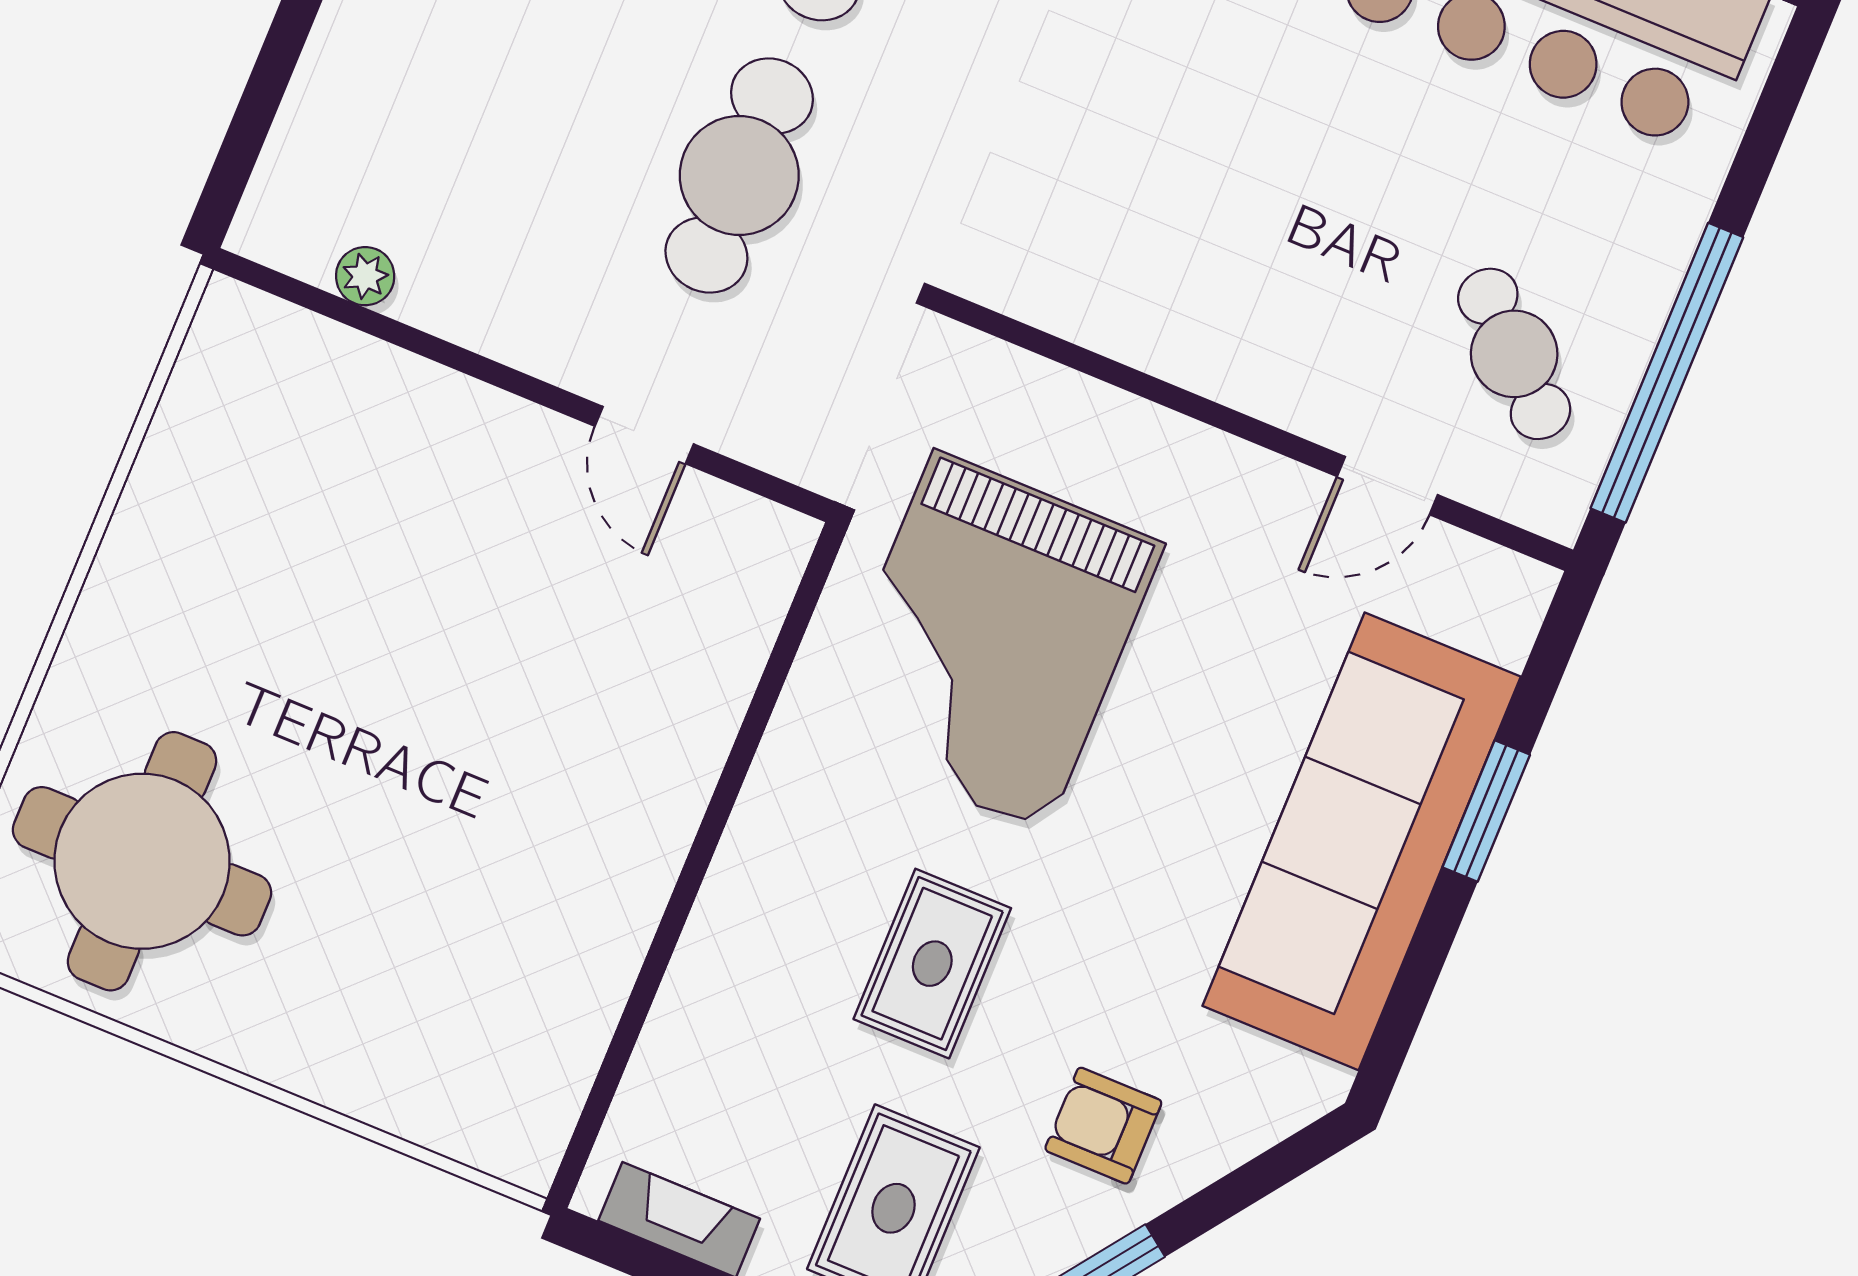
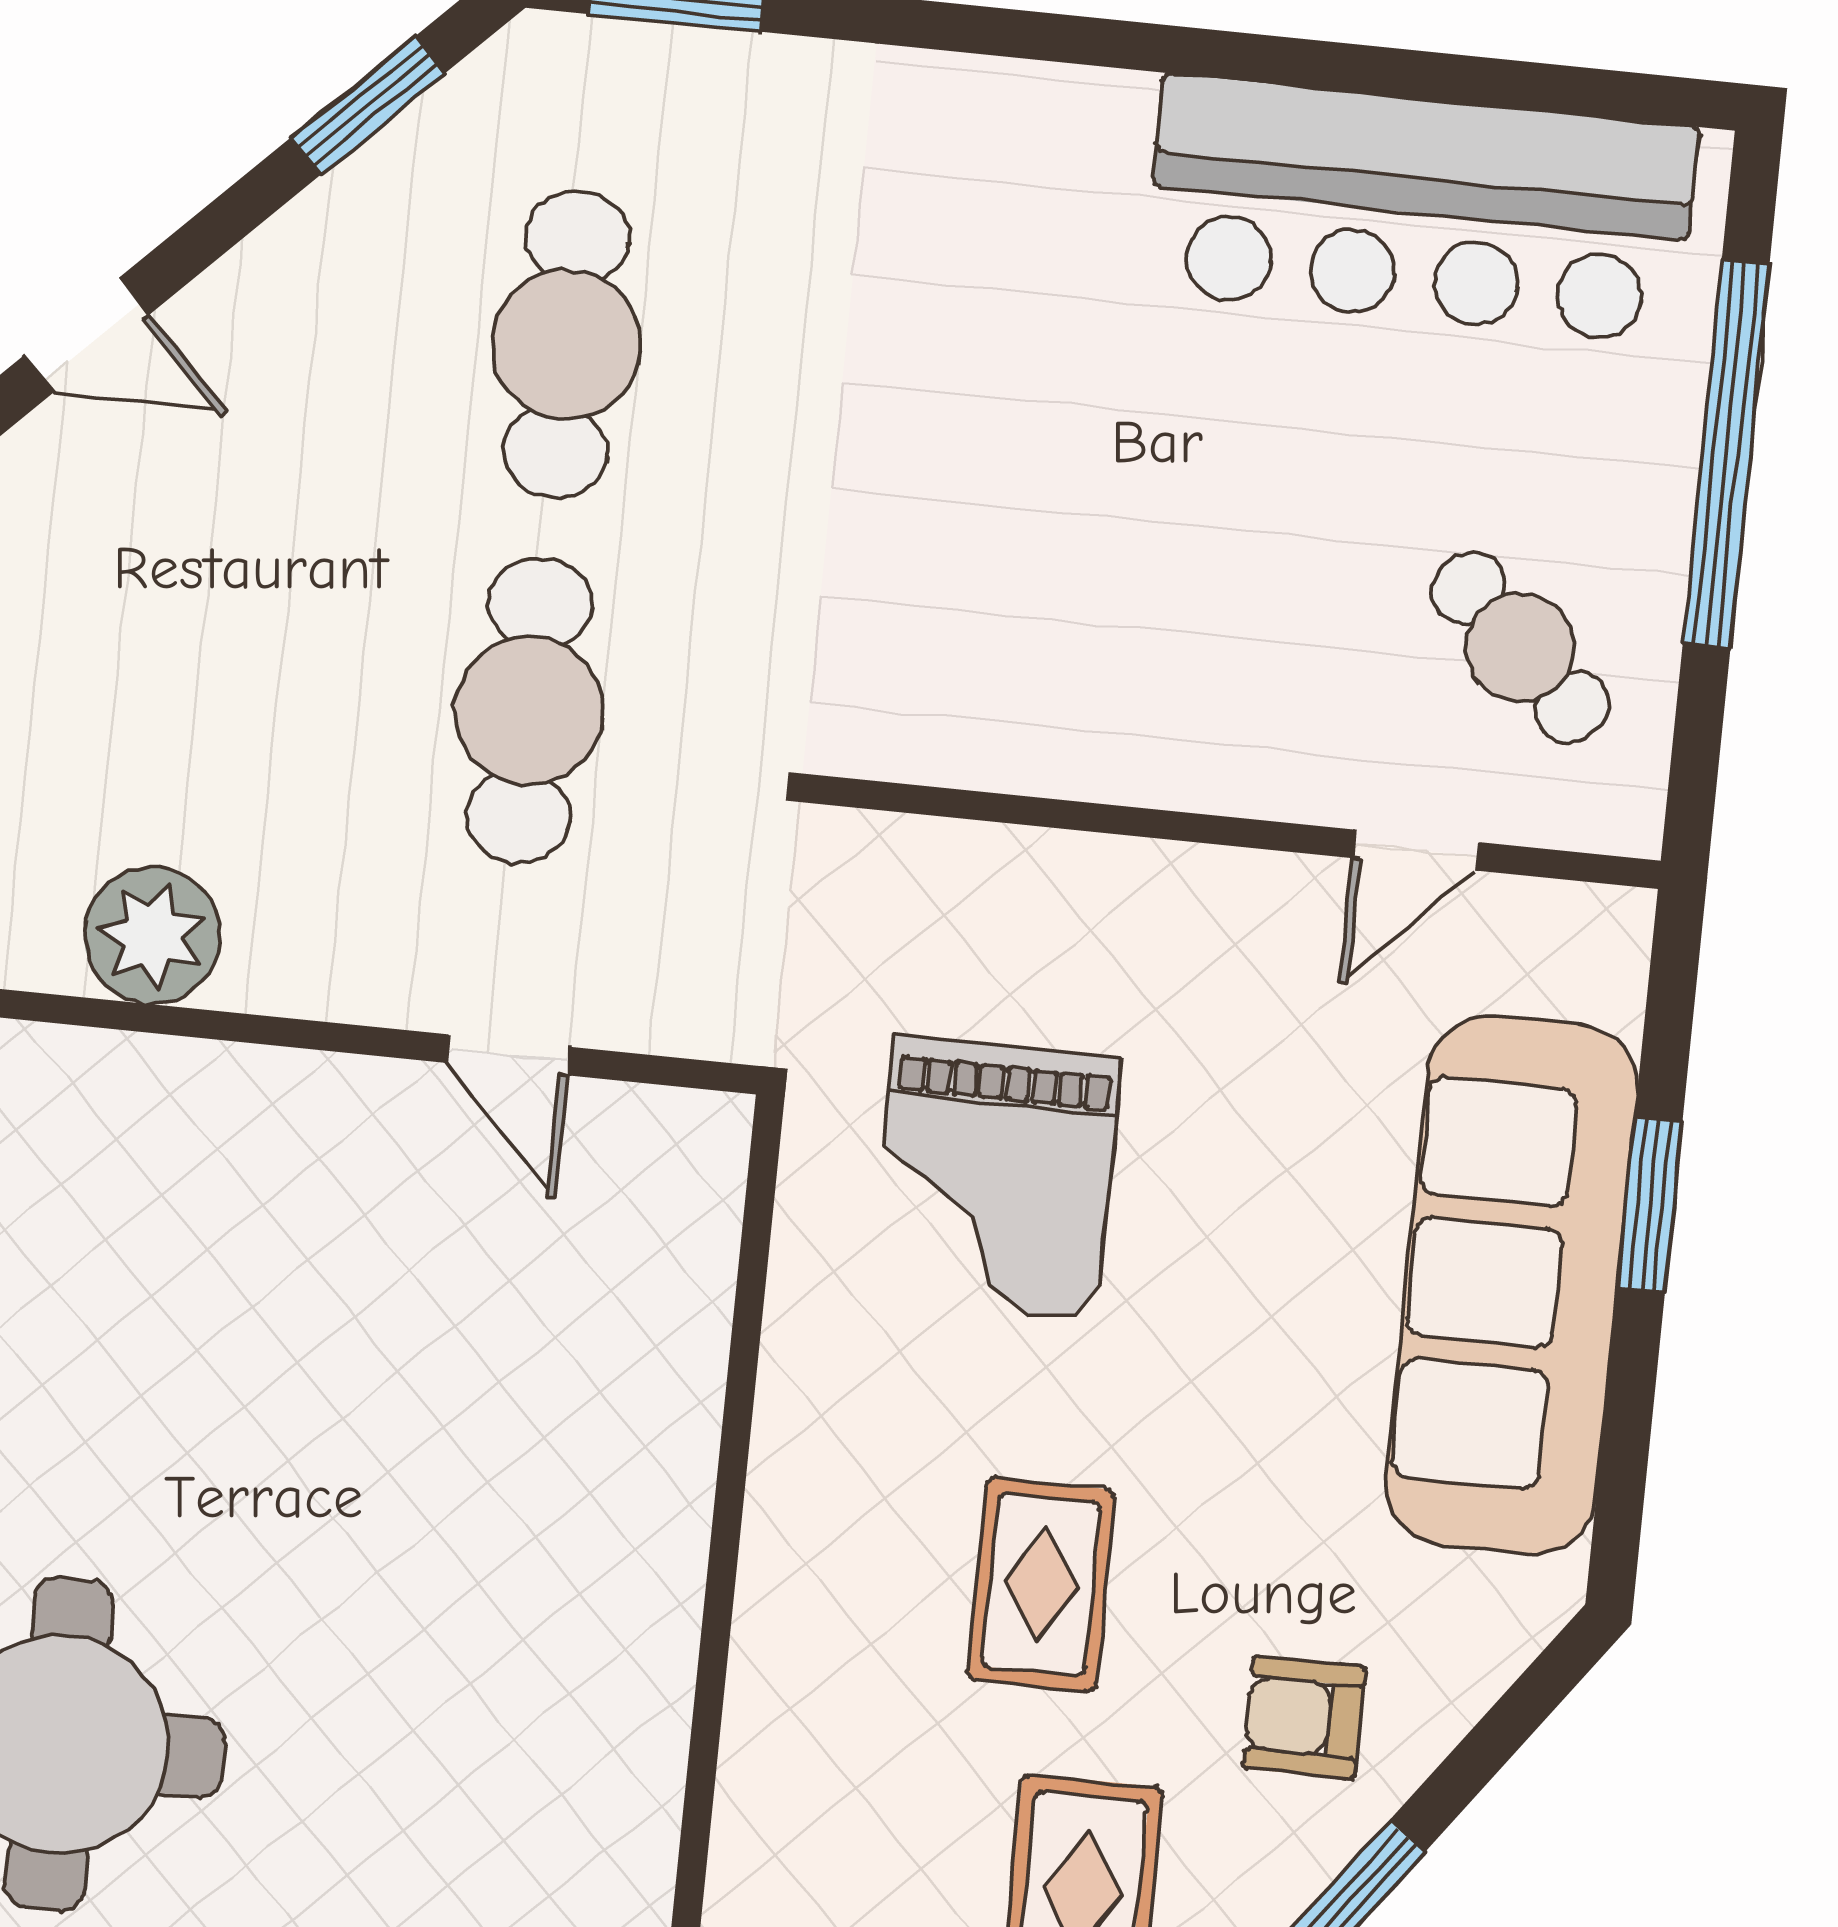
plant: (365, 276) -> (152, 936), width x1.88, depth x1.88
window: (1667, 373) -> (1726, 454), moved
grand piano: (990, 641) -> (995, 1178), width x0.73, depth x0.68

